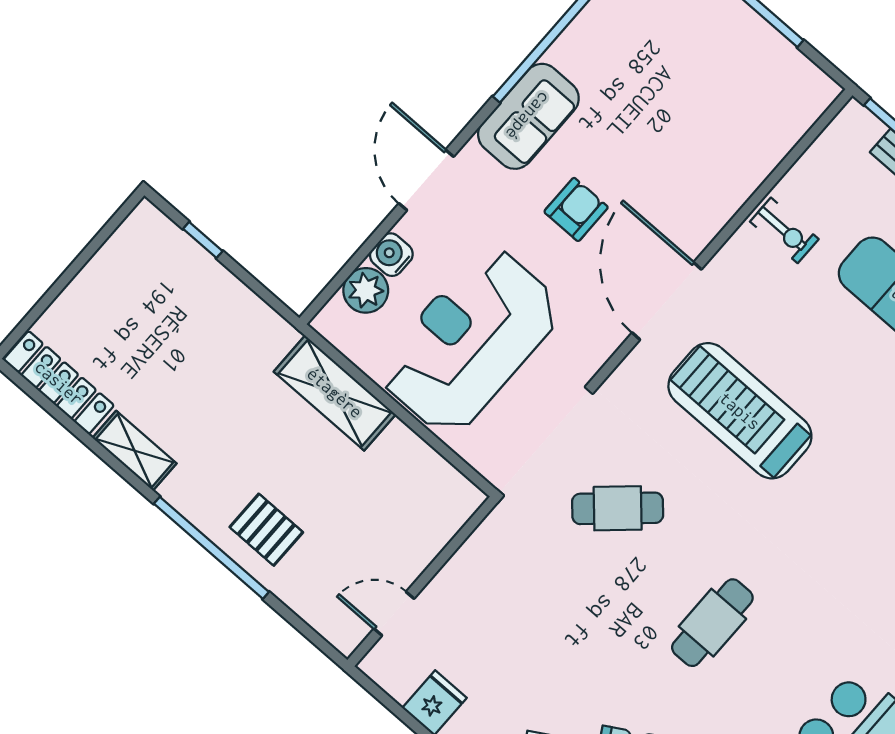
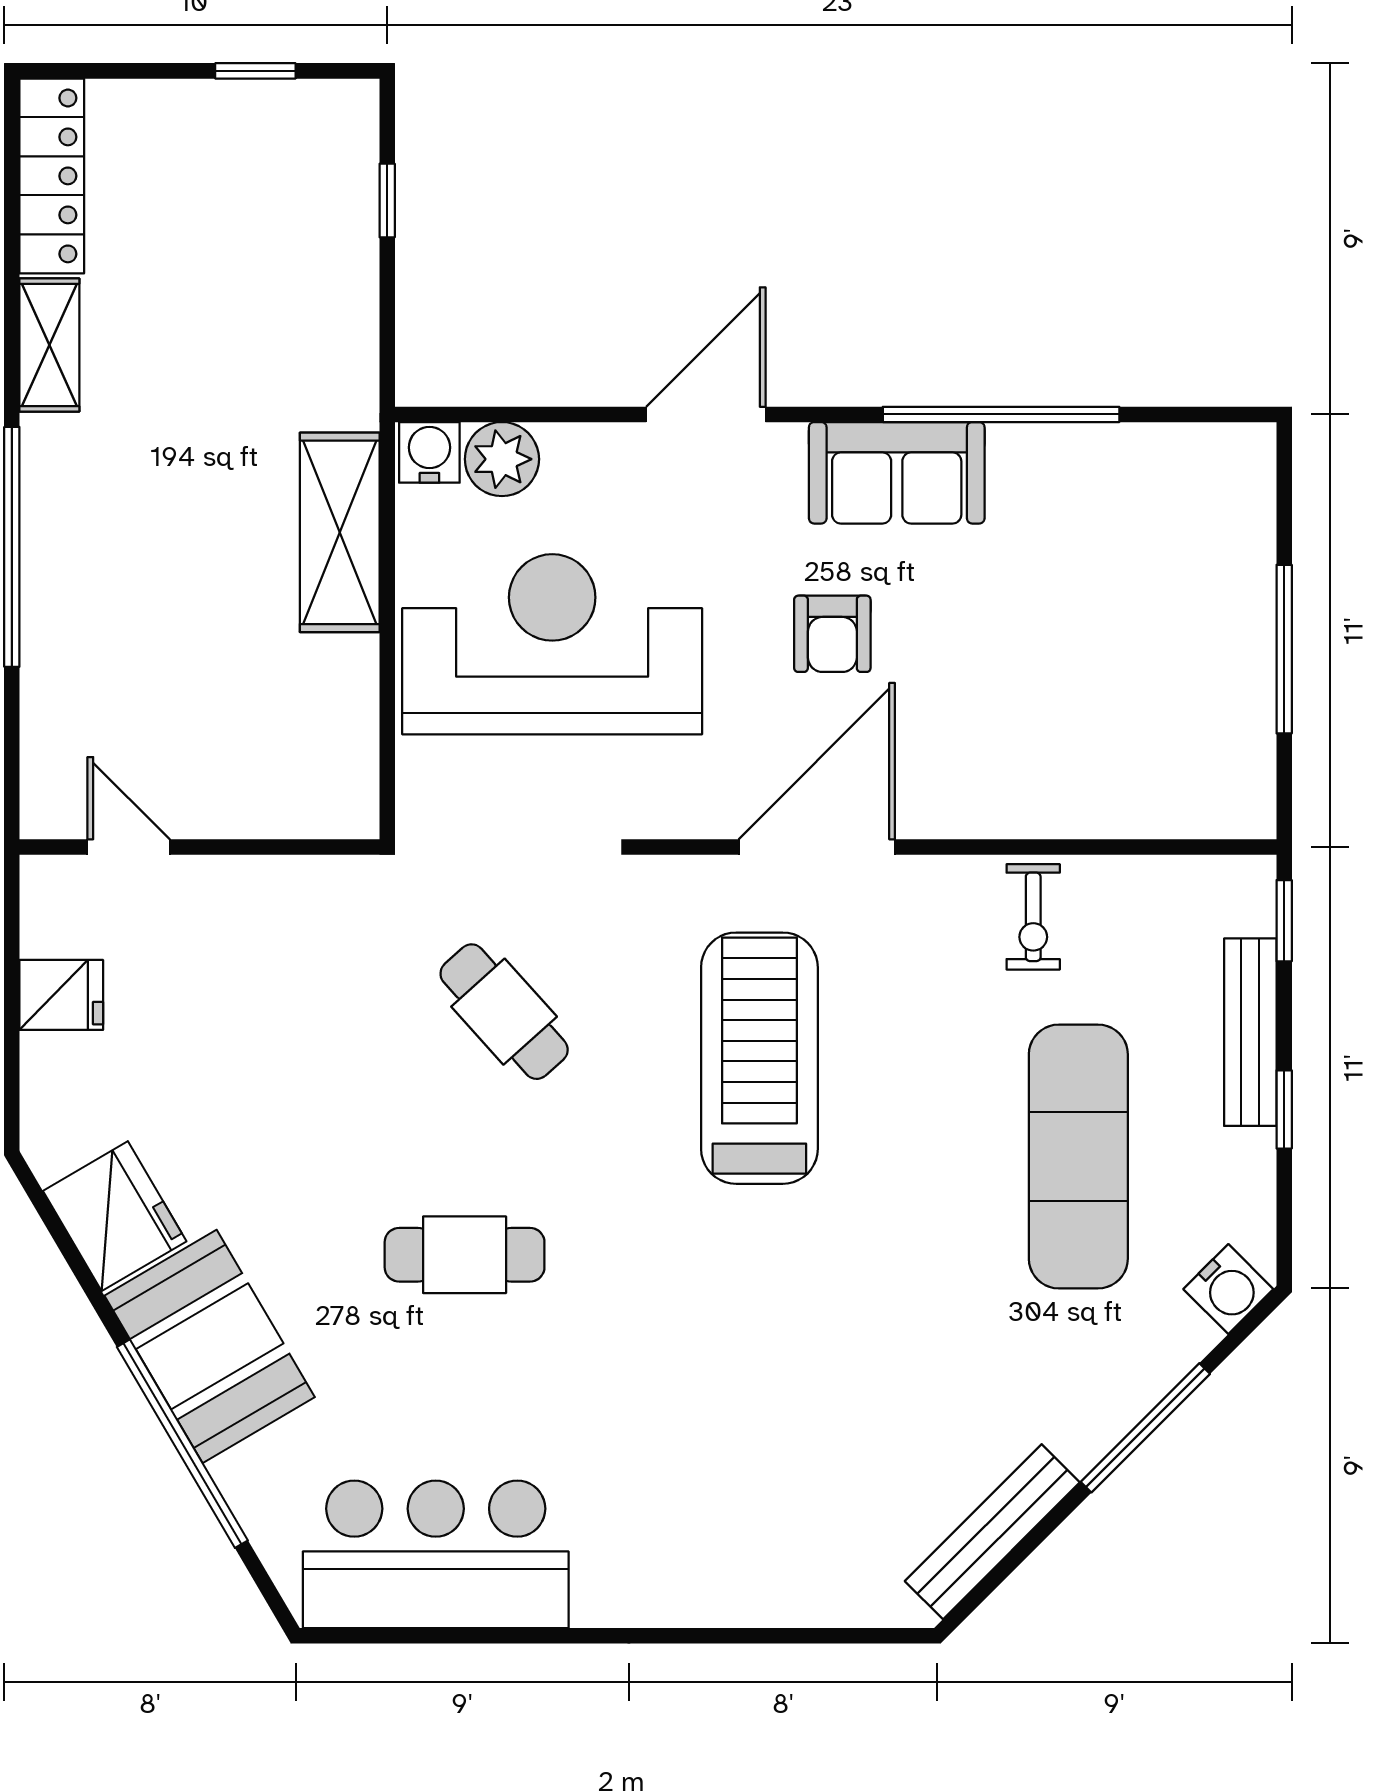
armchair: (576, 209) -> (832, 634), turned 90
window: (92, 248) -> (255, 71), added
water cooler: (391, 255) -> (429, 452), moved
pallet: (266, 530) -> (94, 596), removed

